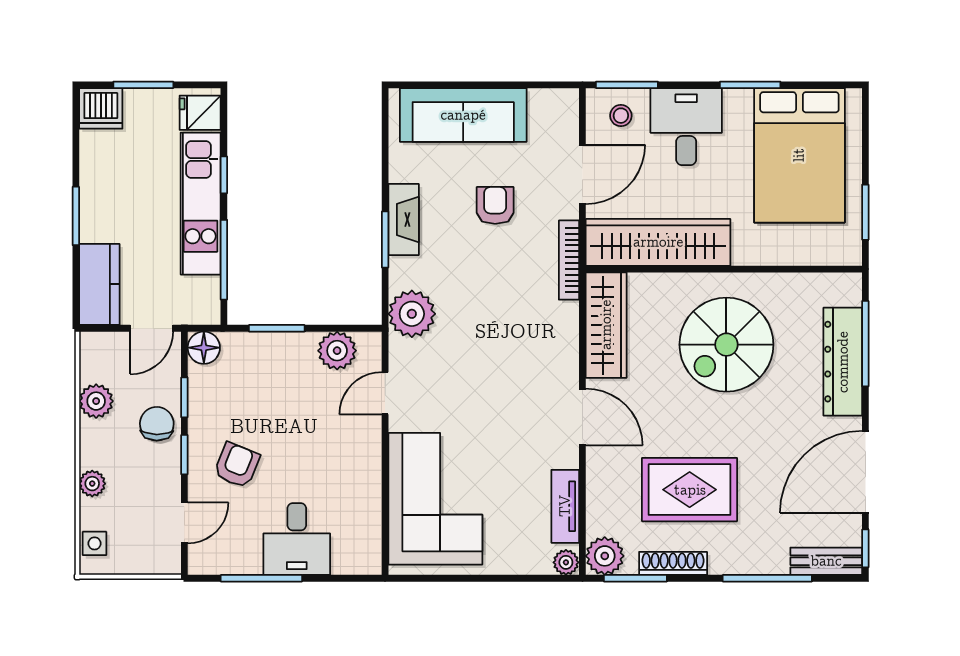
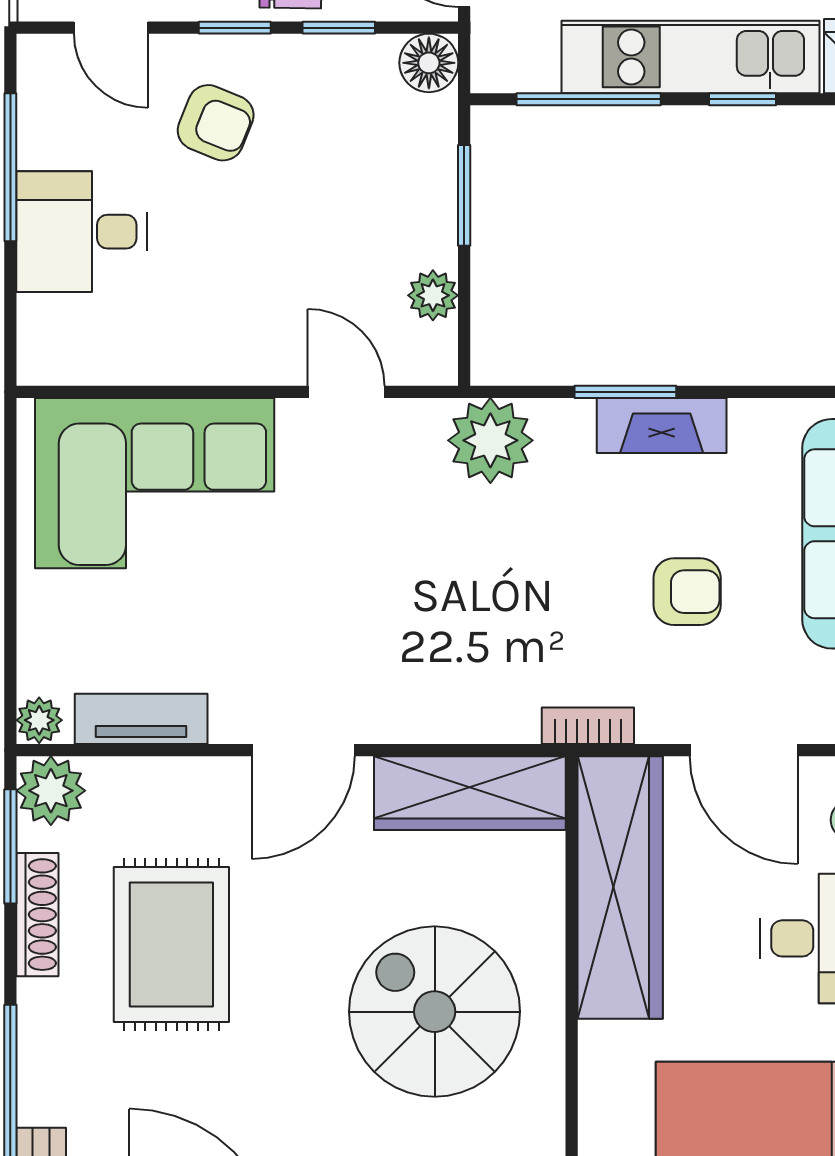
bookcase: (569, 260) -> (588, 726), width x0.64
plant: (337, 351) -> (433, 295), width x0.73, depth x0.73

